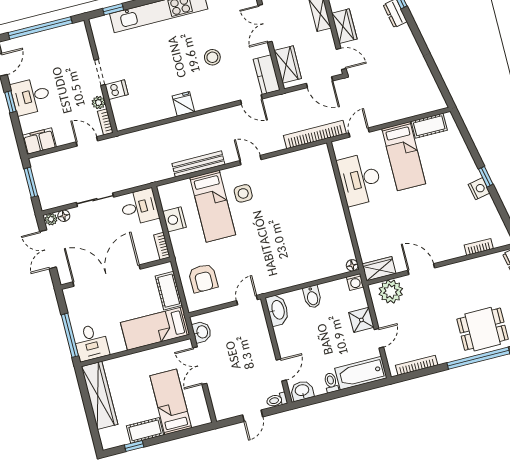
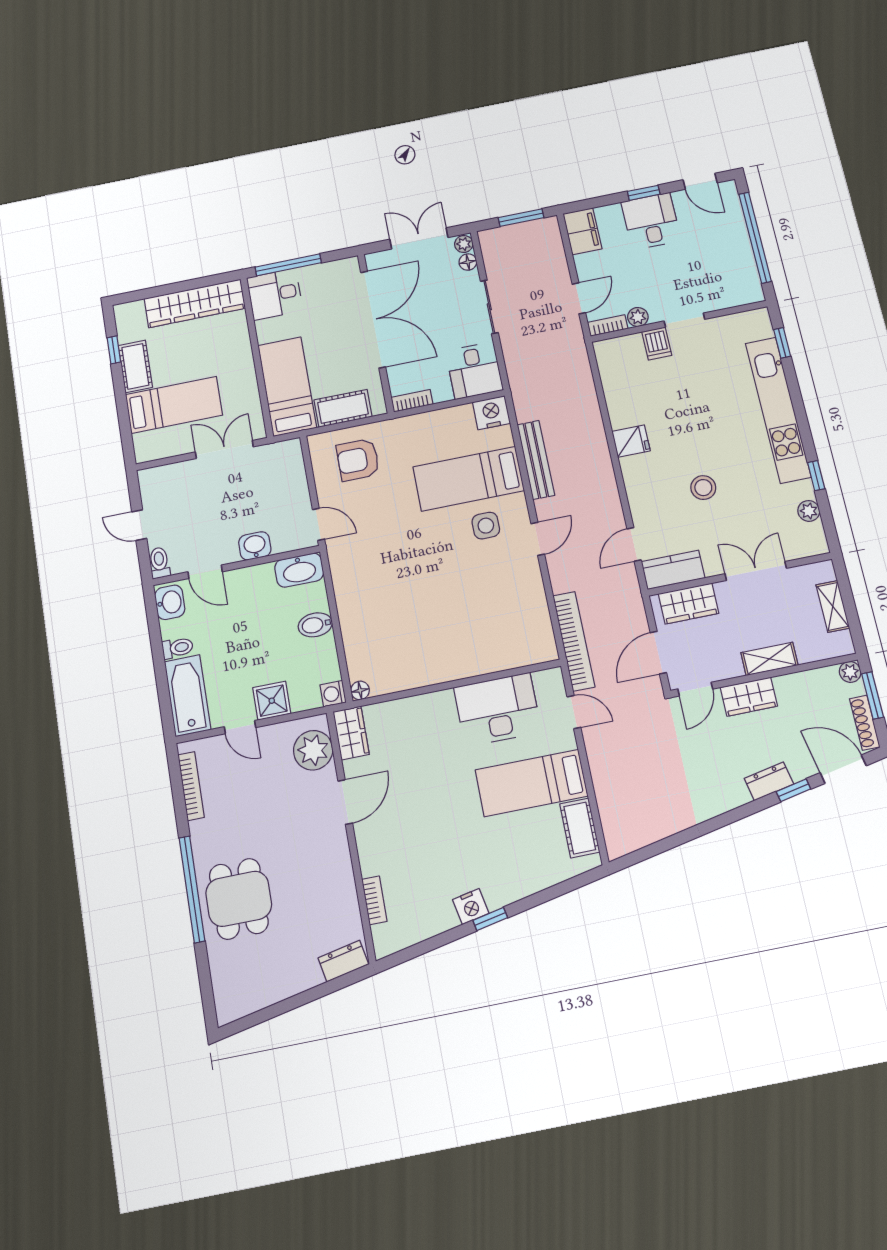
nightstand: (174, 219) -> (491, 413), moved
washbasin: (202, 332) -> (255, 546), moved, turned 180

